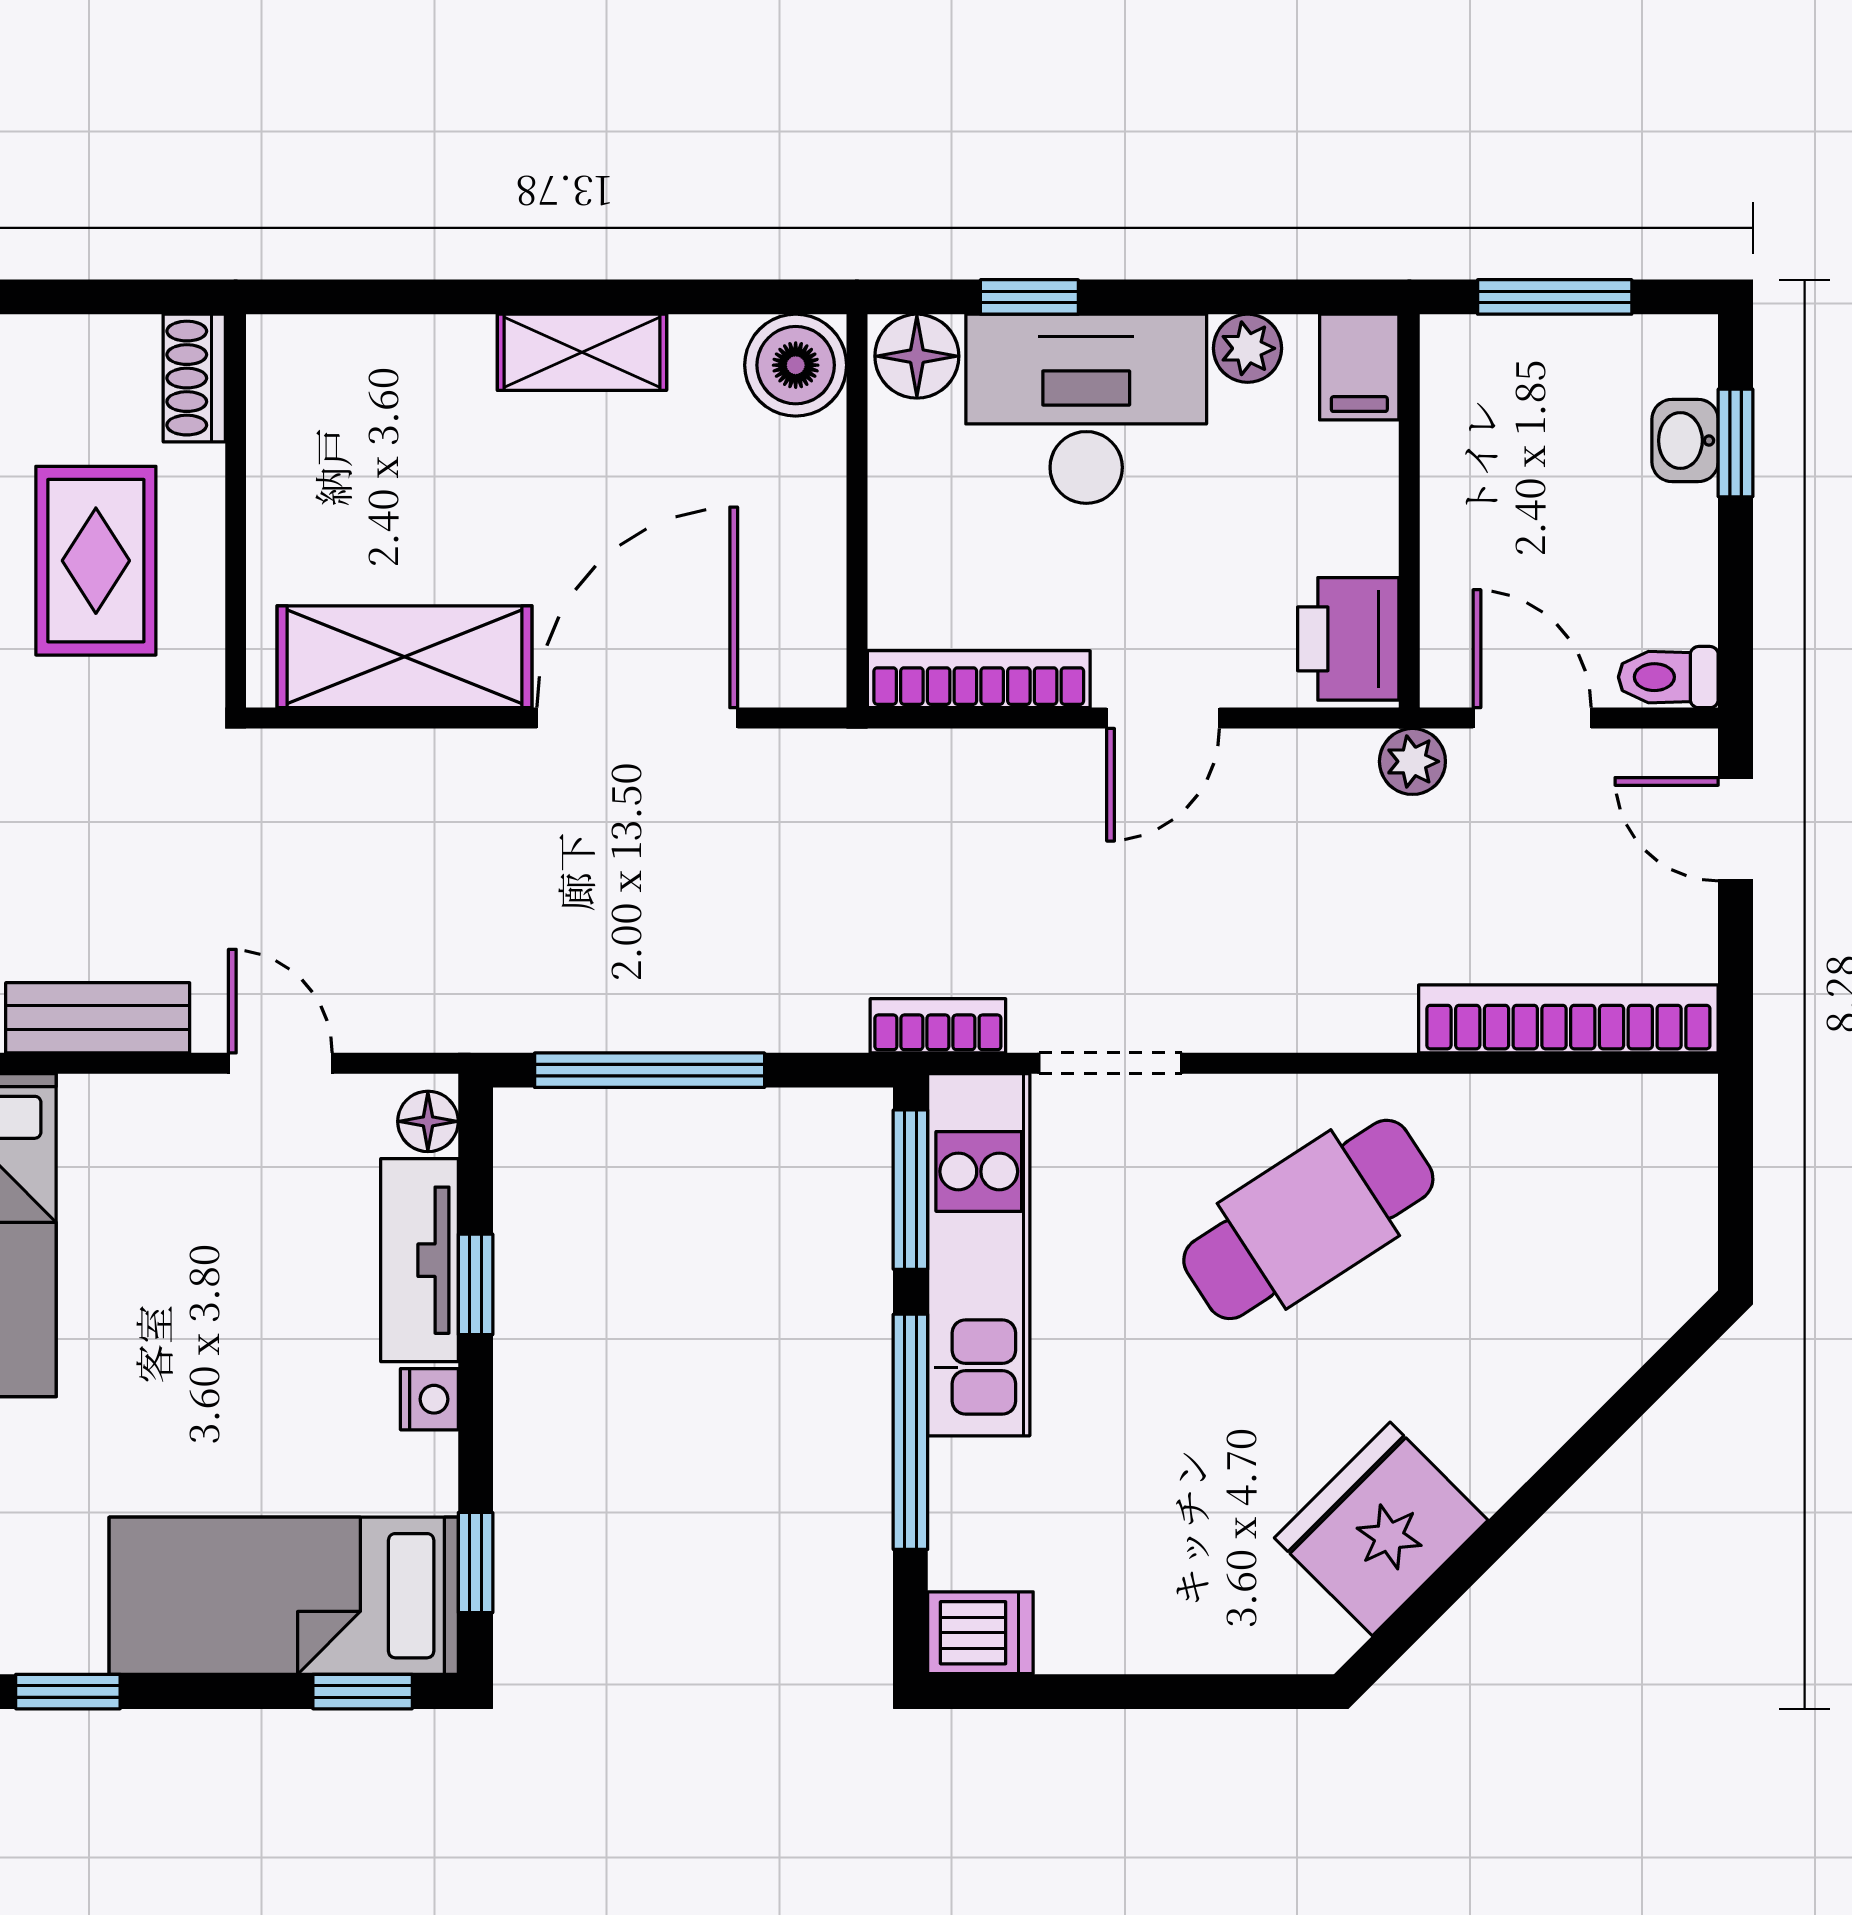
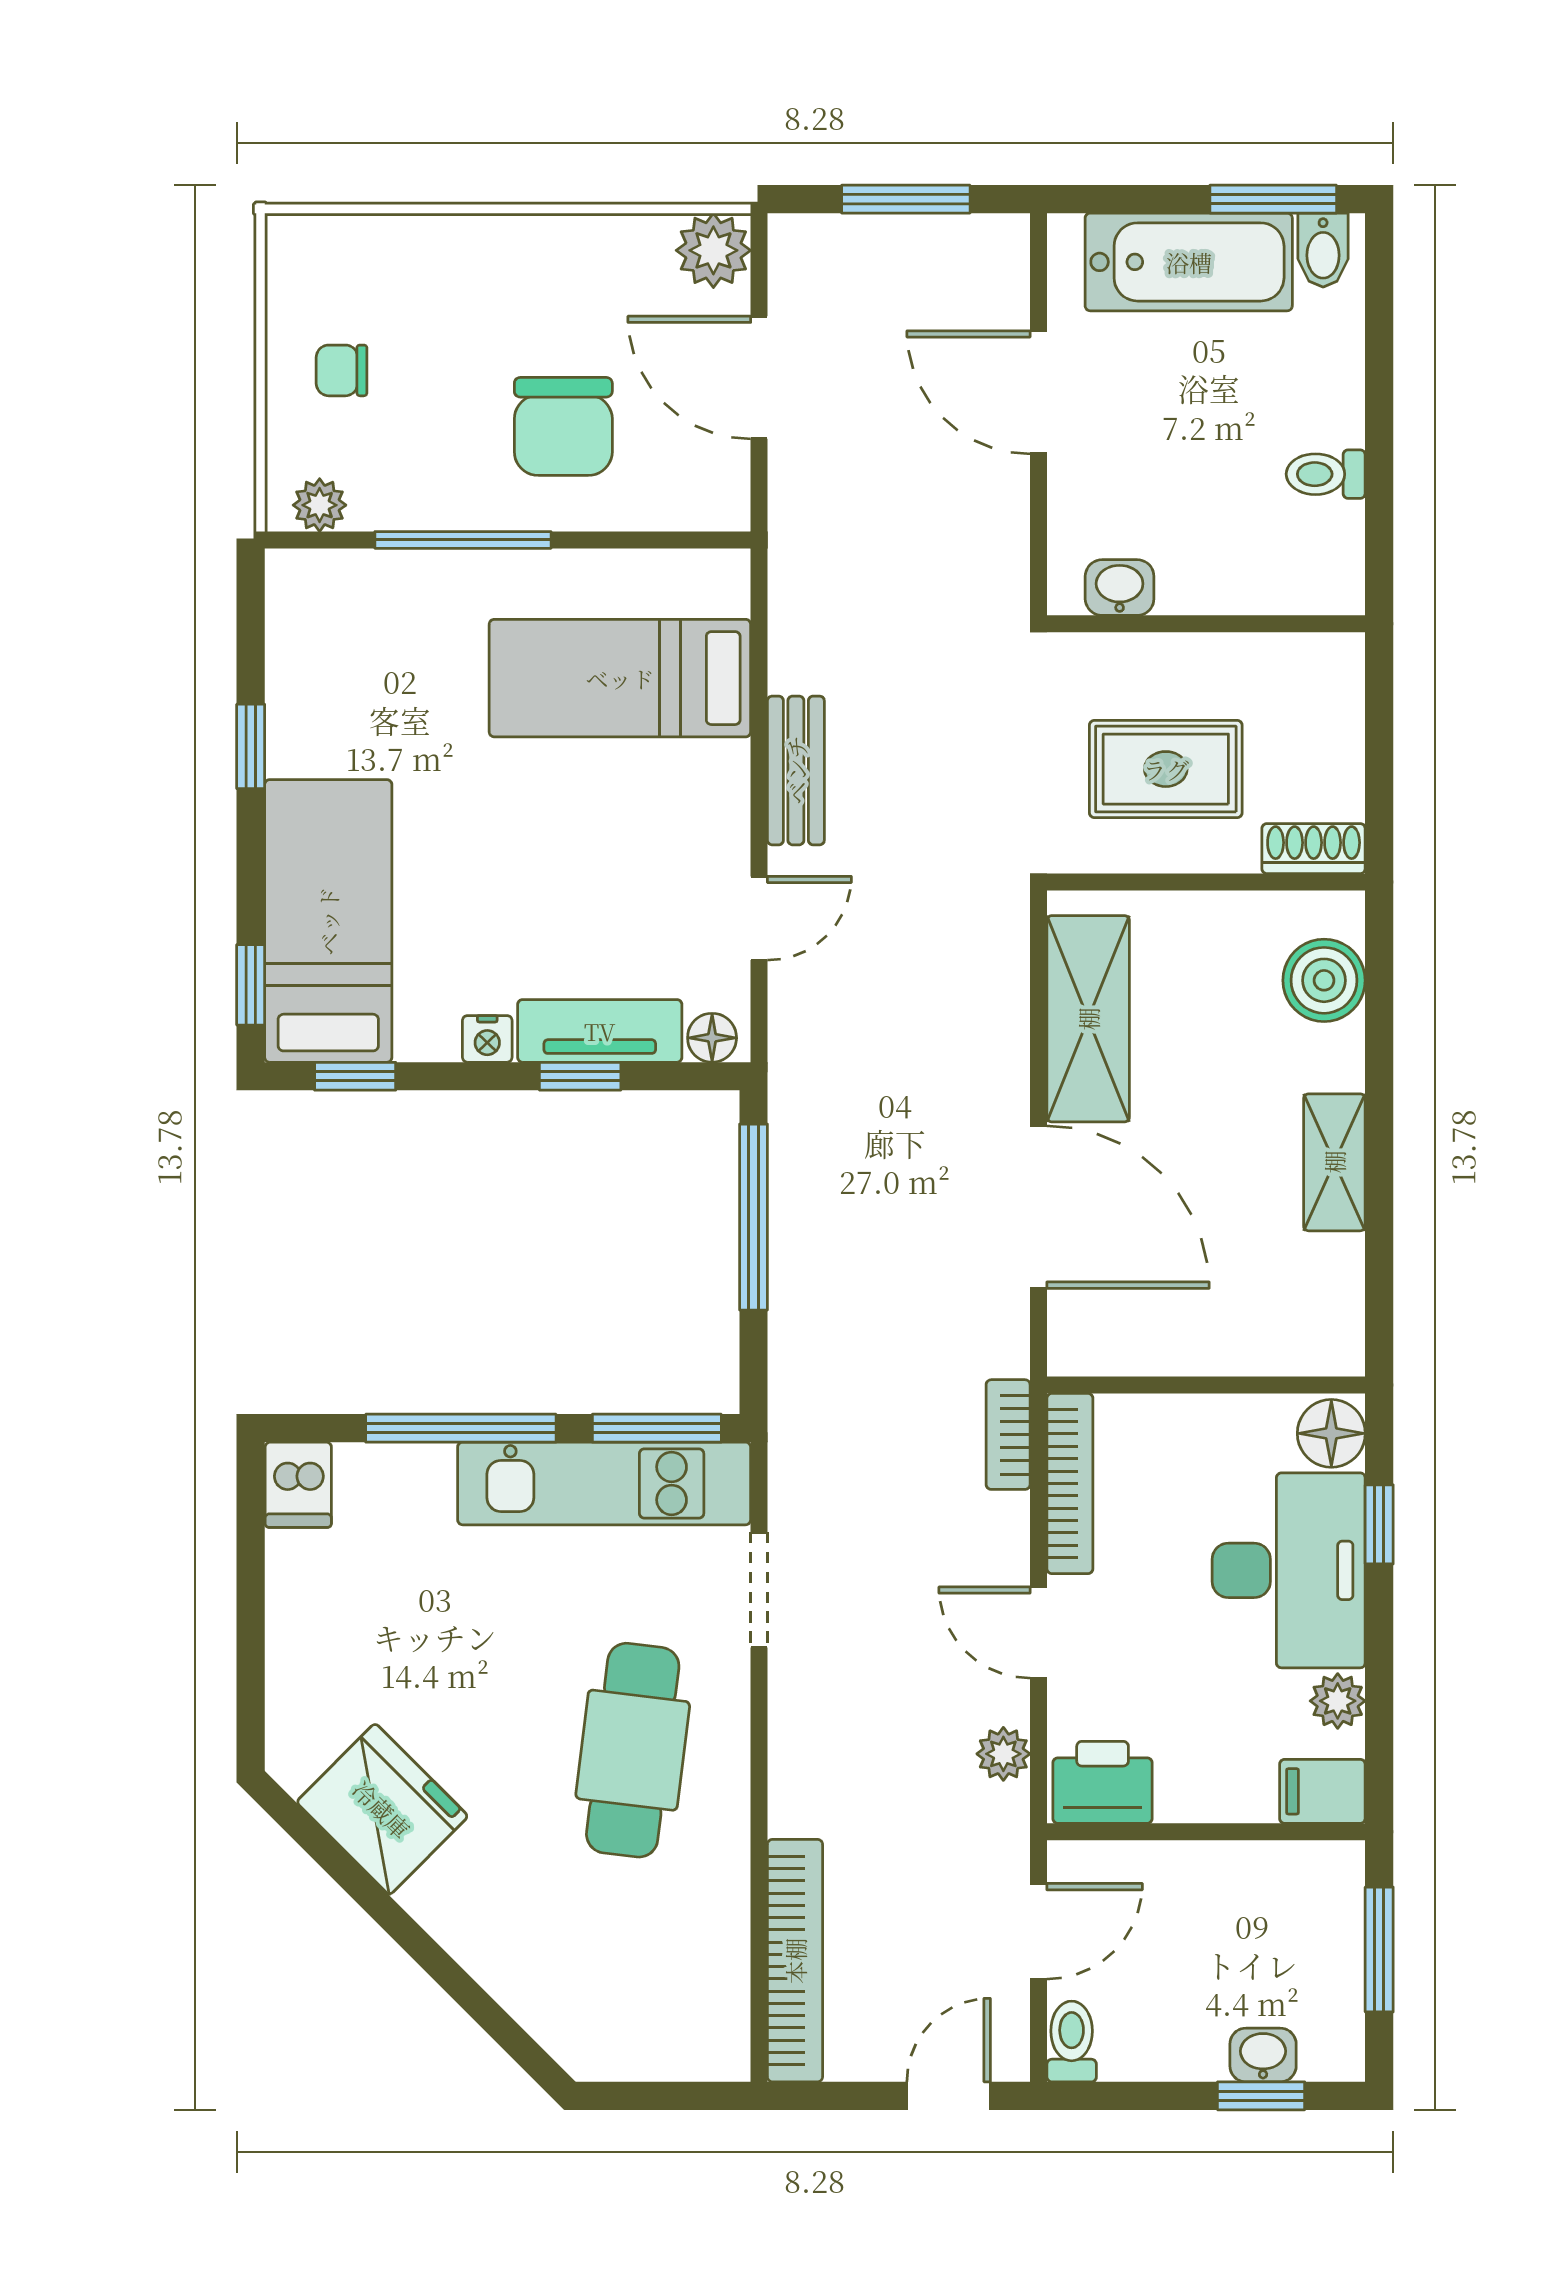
boiler: (796, 365) -> (1324, 980), moved
plant: (1412, 761) -> (1003, 1754), moved
bookcase: (938, 1026) -> (1008, 1435), moved, turned 180
cafe table: (1308, 1219) -> (633, 1750), turned 40

